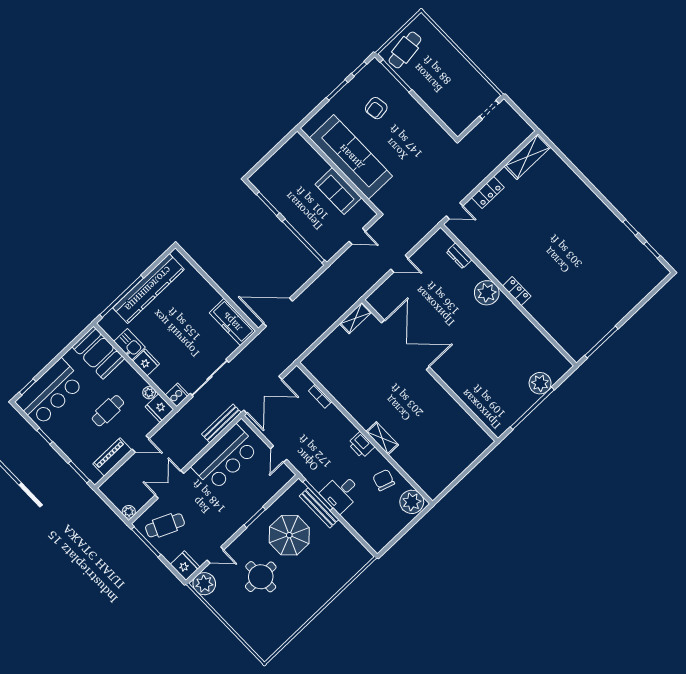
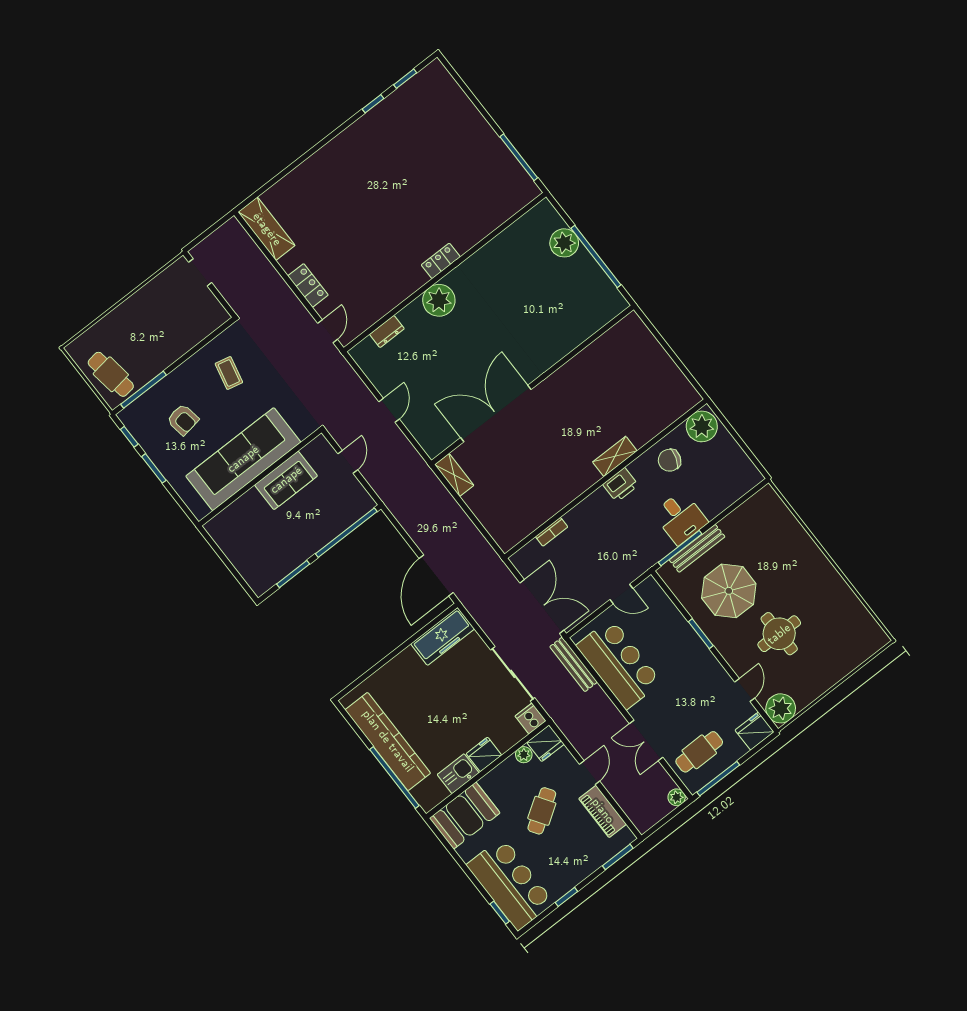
coffee table: (415, 139) -> (229, 373), added
cafe table: (108, 411) -> (542, 811), turned 57
cafe table: (165, 525) -> (699, 752), turned 66

